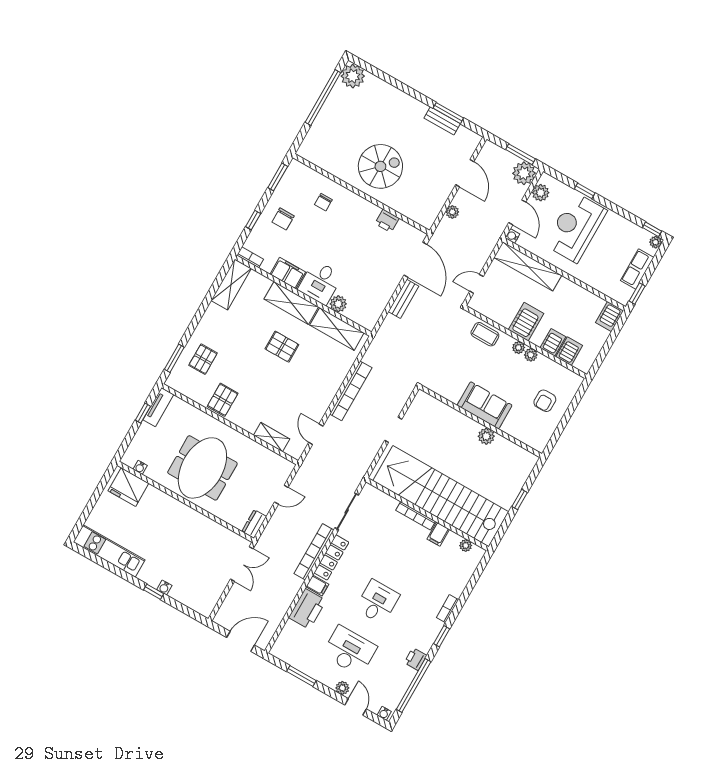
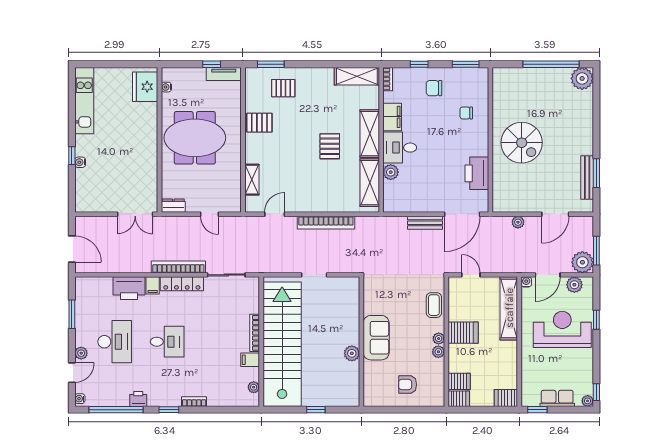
bench: (442, 121) -> (587, 178), width x1.36
printer: (387, 221) -> (477, 173), width x1.87, depth x1.48
server rack: (553, 342) -> (459, 399), moved

